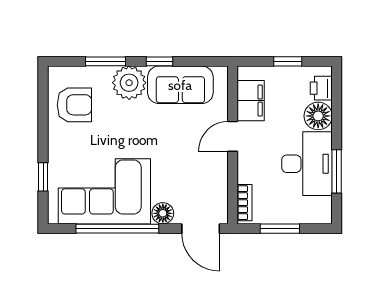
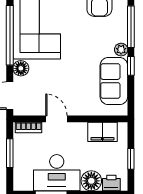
window: (106, 61) -> (131, 27), width x1.44
plant: (129, 83) -> (121, 50), width x0.53, depth x0.53
door: (233, 136) -> (56, 119), moved

